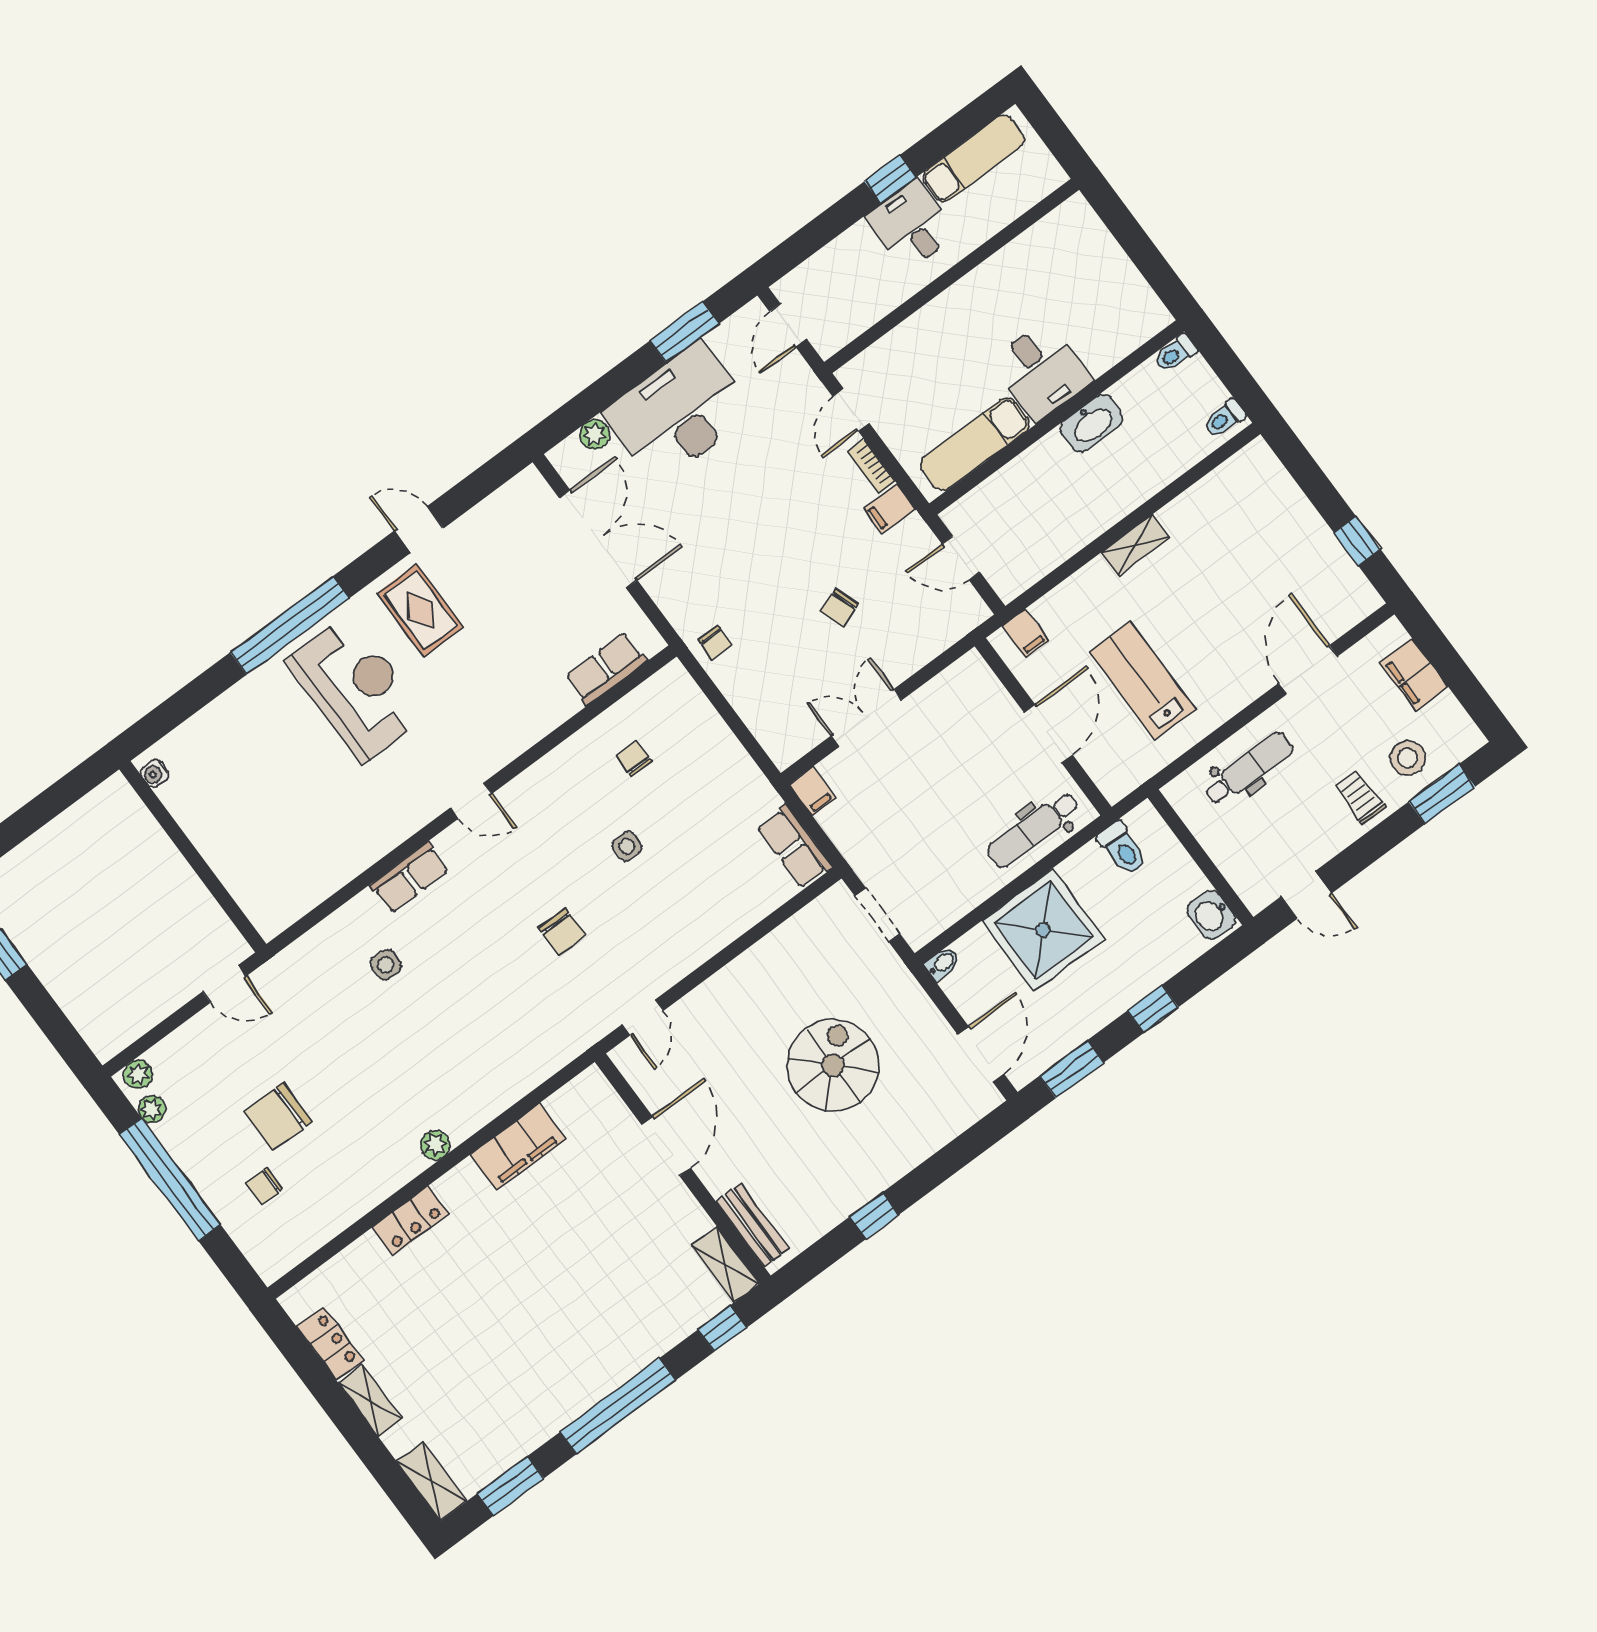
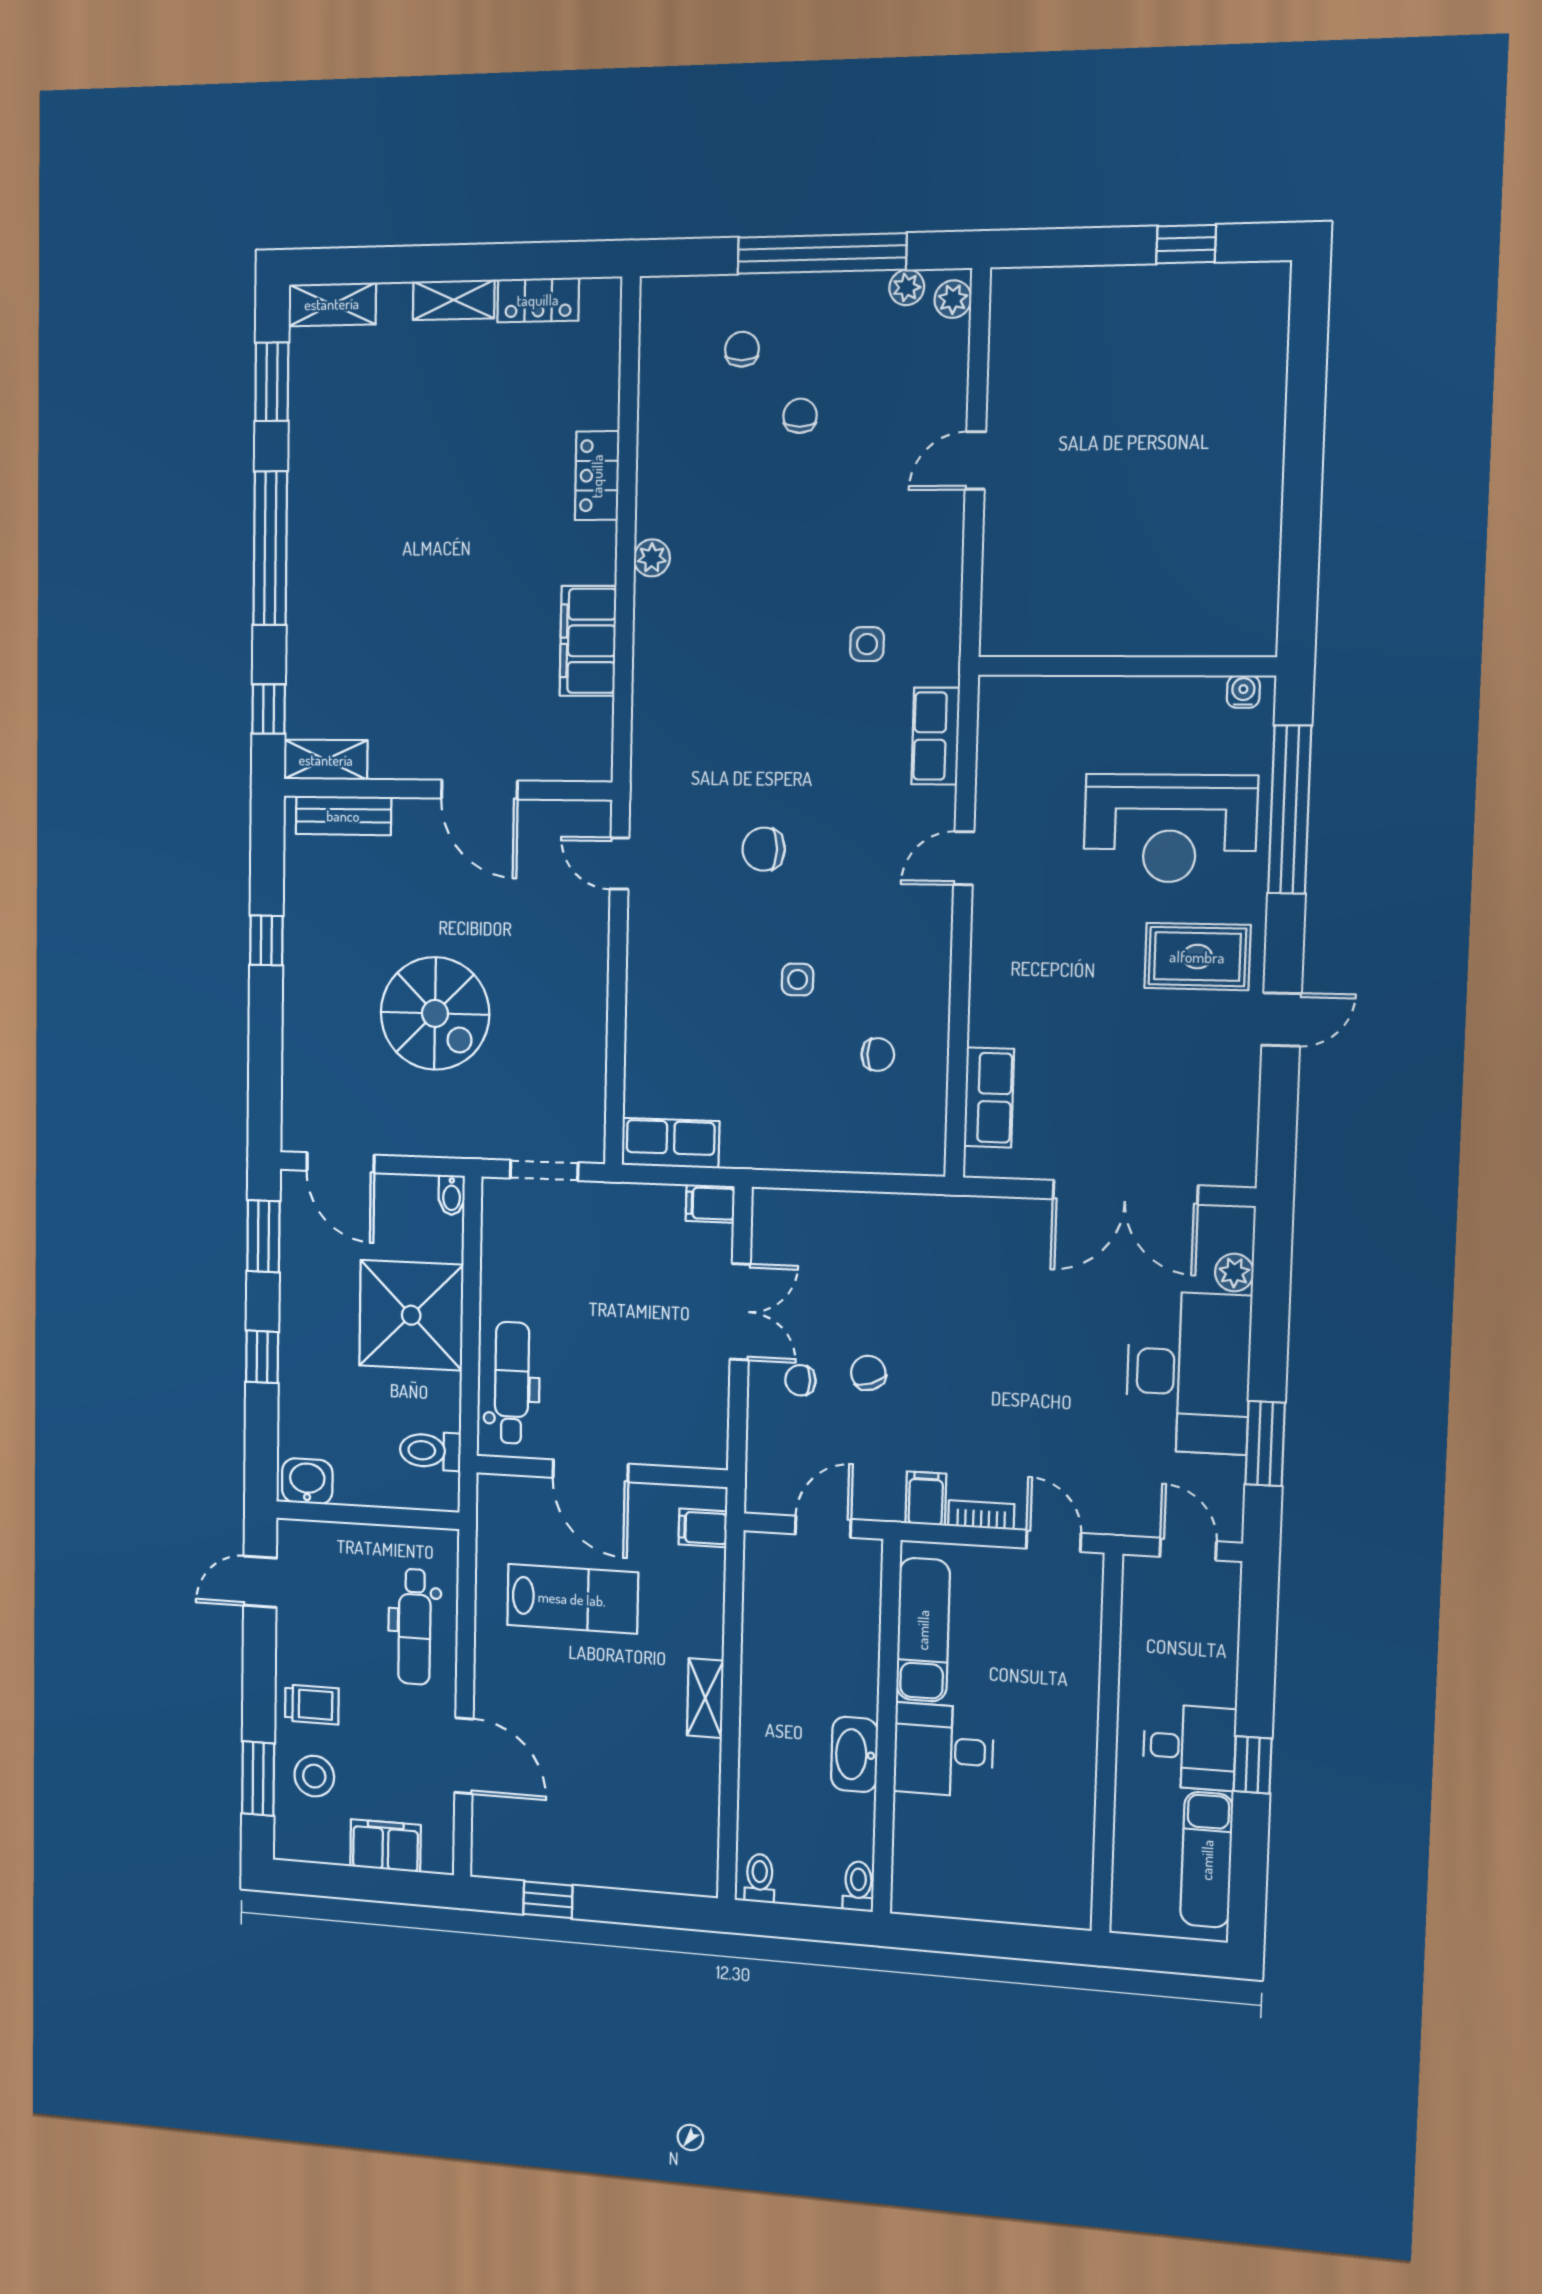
chair: (715, 642) -> (800, 1380), moved
water cooler: (155, 773) -> (1243, 692), moved
wall: (193, 857) -> (1126, 666), moved
chair: (278, 1117) -> (800, 416), width x0.54, depth x0.54

